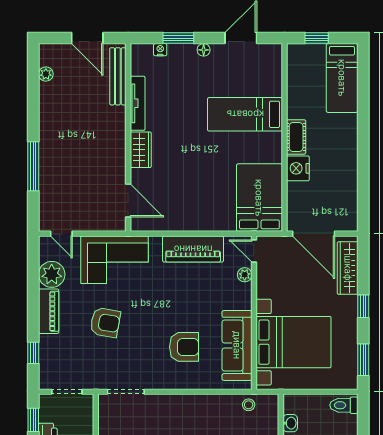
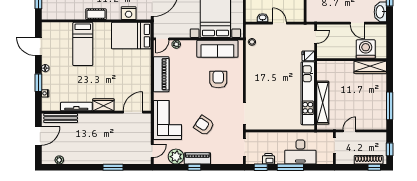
window: (33, 166) -> (113, 167), width x0.69
nightstand: (298, 168) -> (129, 13), moved
armchair: (105, 322) -> (204, 125), turned -66
window: (33, 353) -> (194, 167), moved

